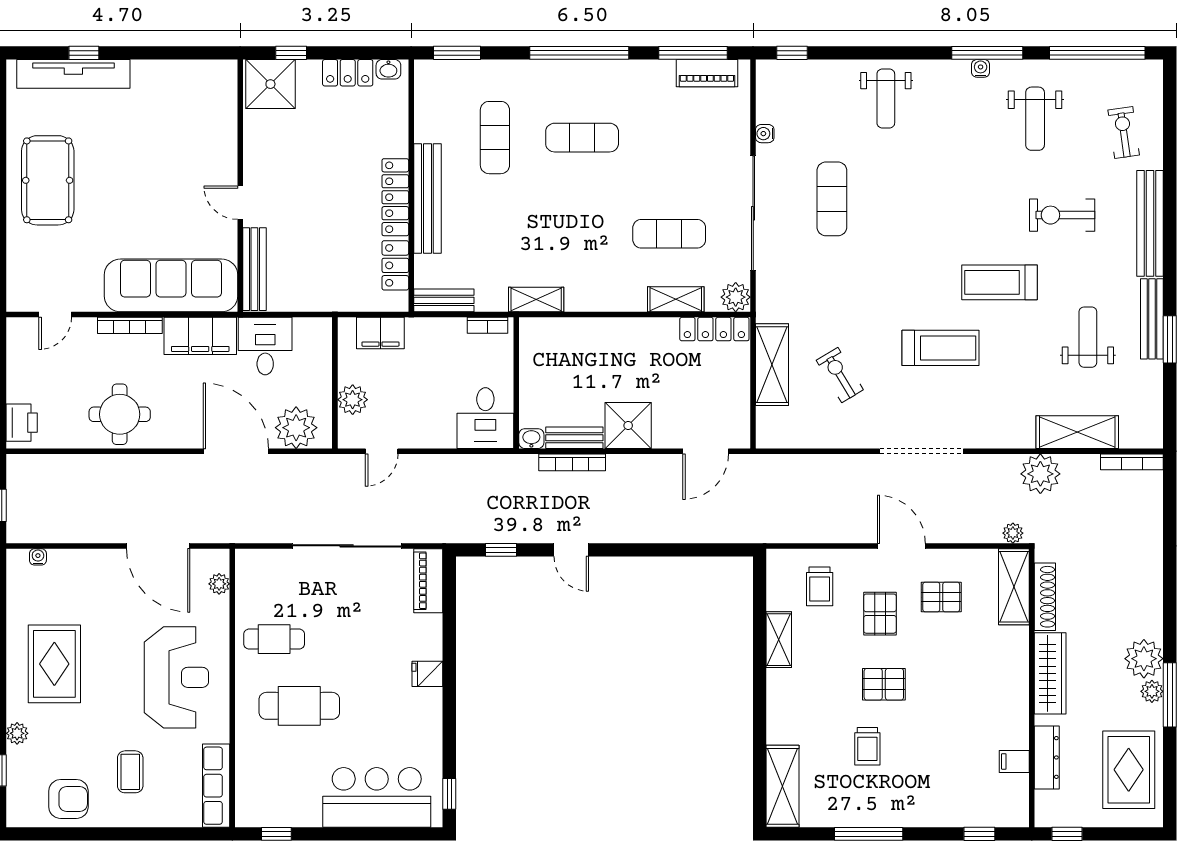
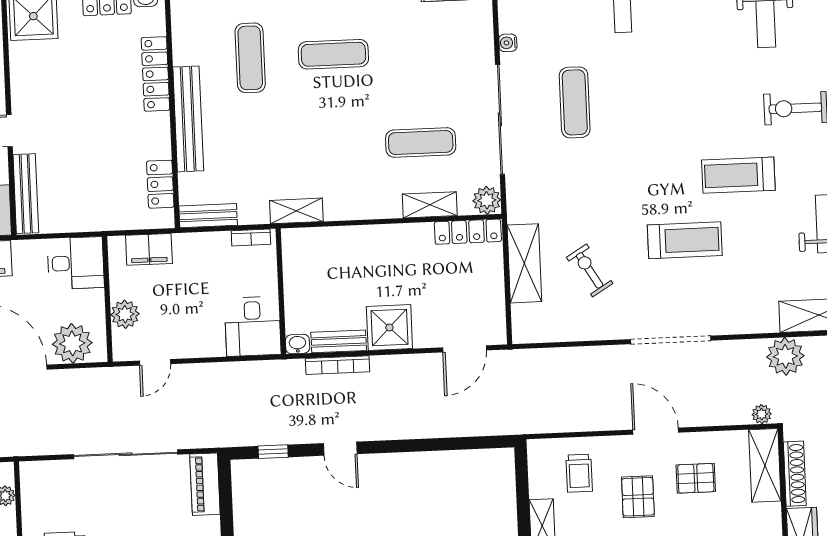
locker: (395, 197) -> (155, 74), moved
desk: (265, 346) -> (76, 263), moved, turned 90

